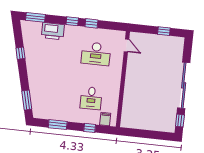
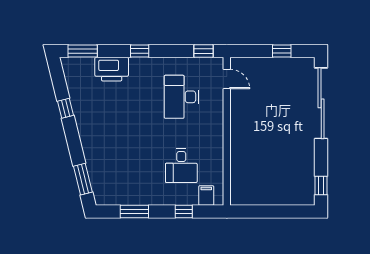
window: (91, 23) -> (204, 51), moved
desk: (96, 54) -> (181, 97), turned 90
sliding door: (184, 85) -> (321, 103), moved

